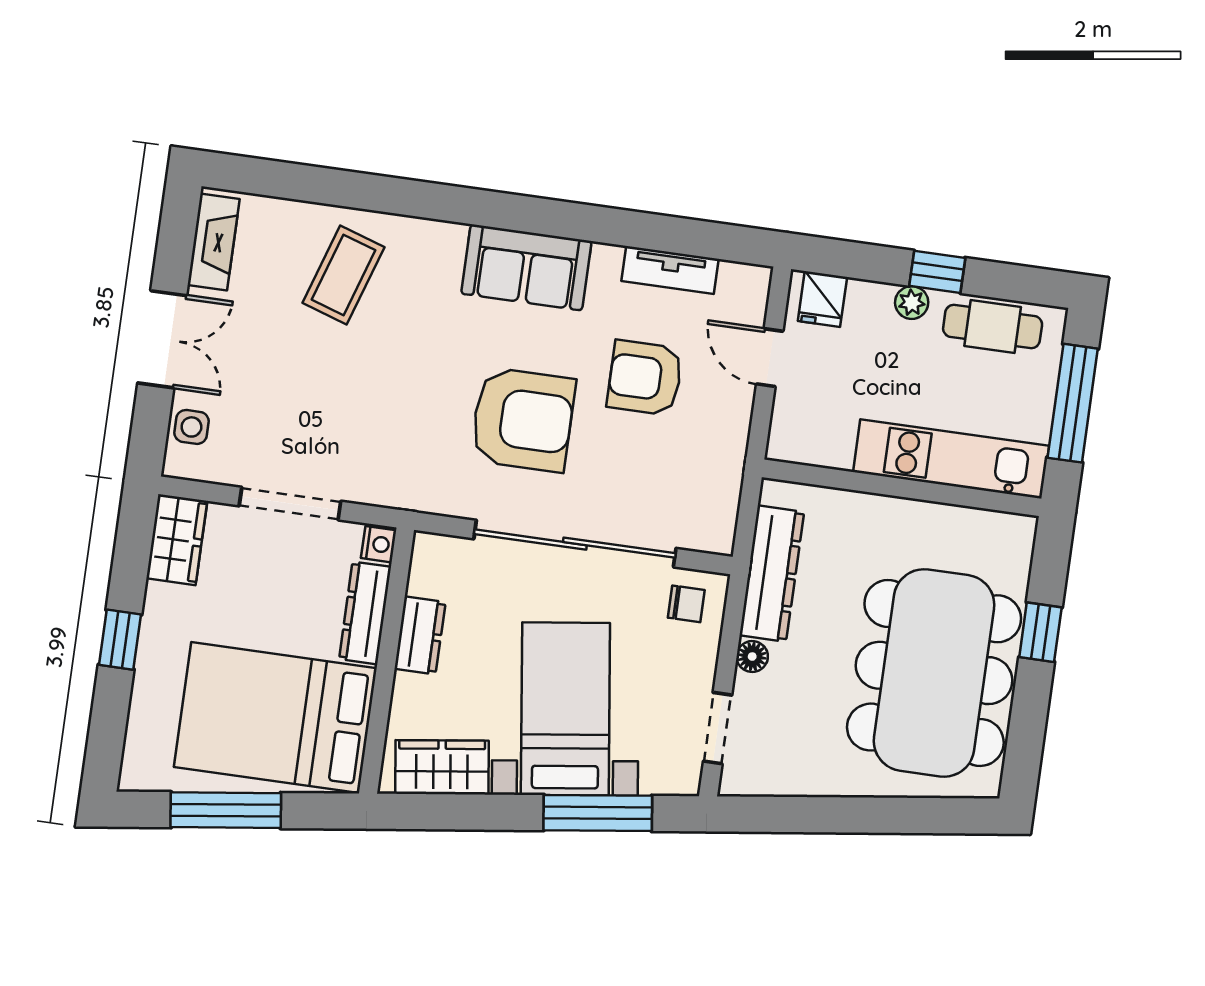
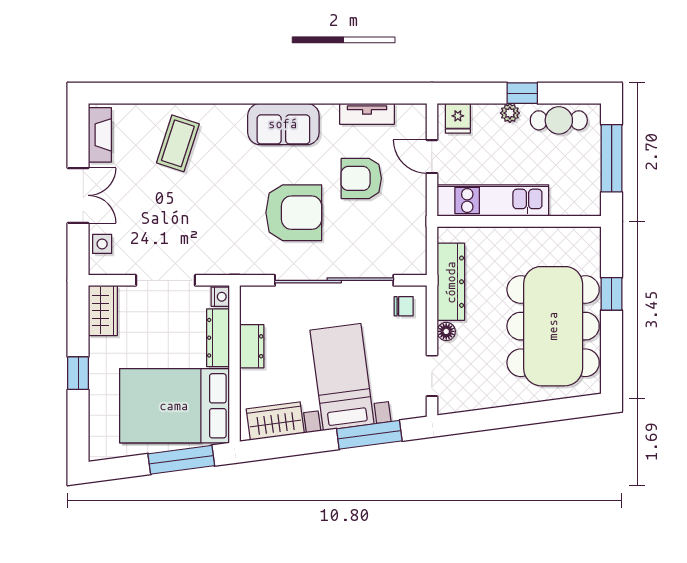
kitchen unit: (951, 459) -> (493, 201), moved
window: (226, 810) -> (181, 460), moved

